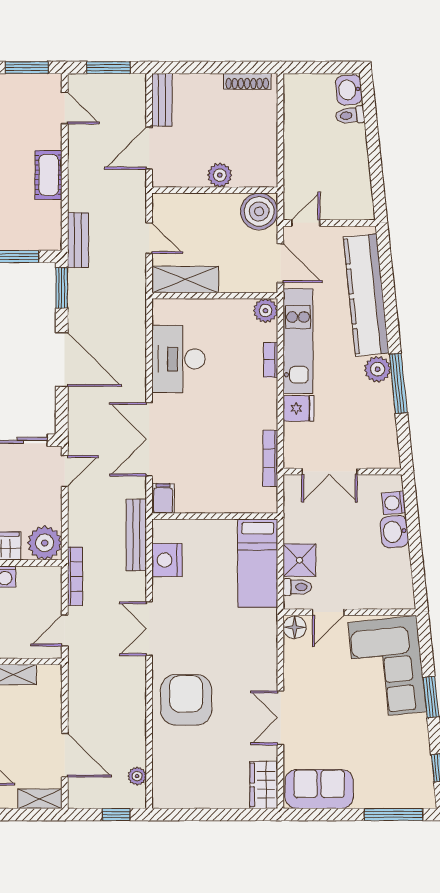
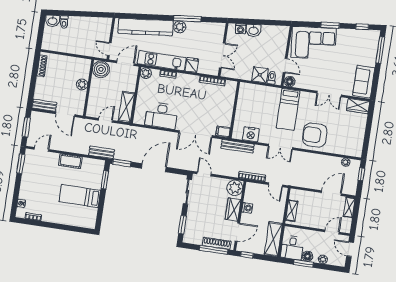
bed: (258, 563) -> (288, 109), moved, turned 90

